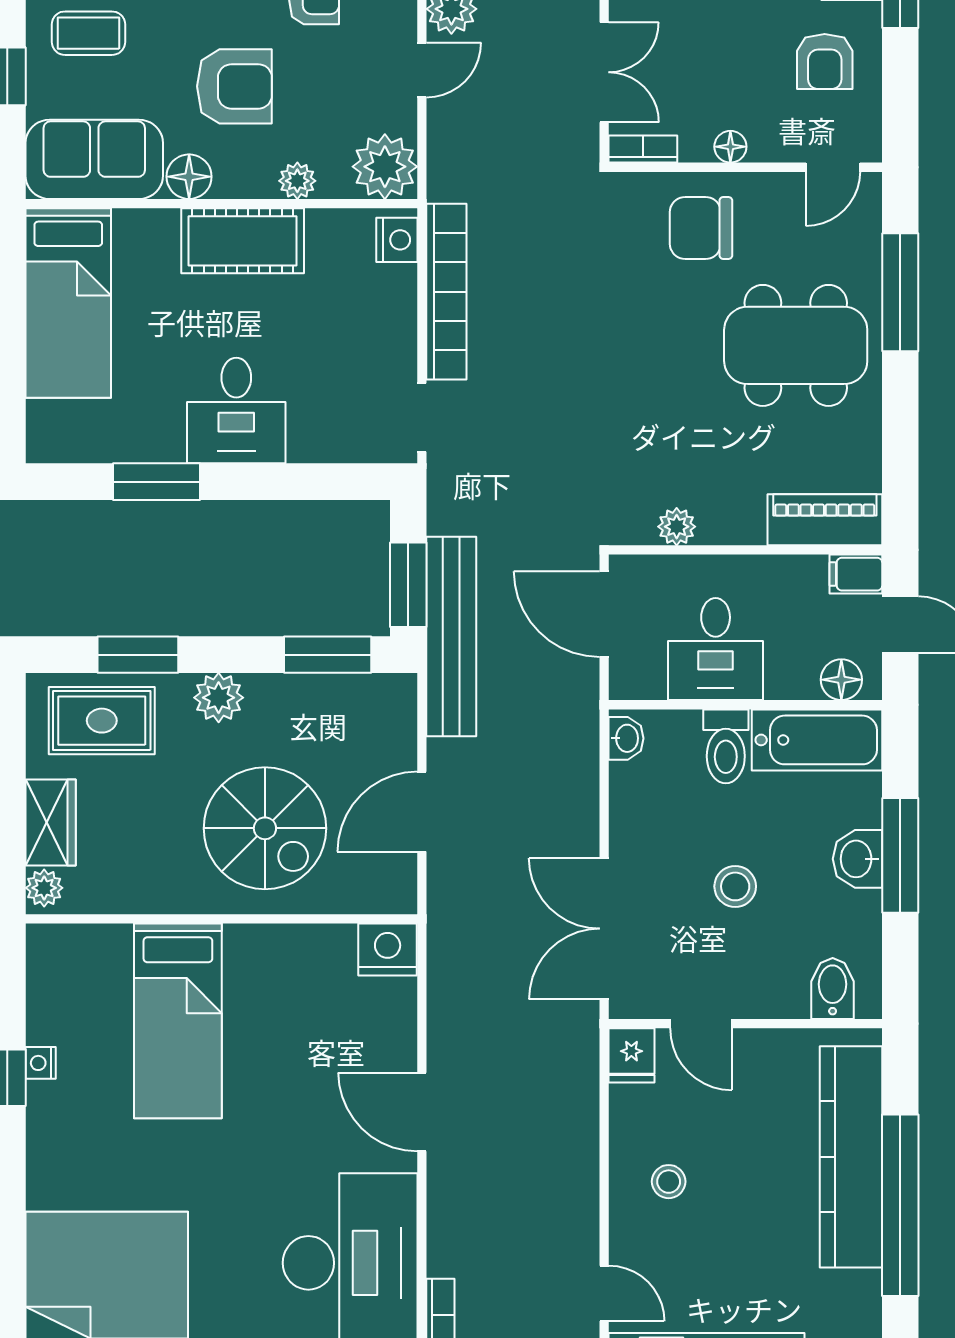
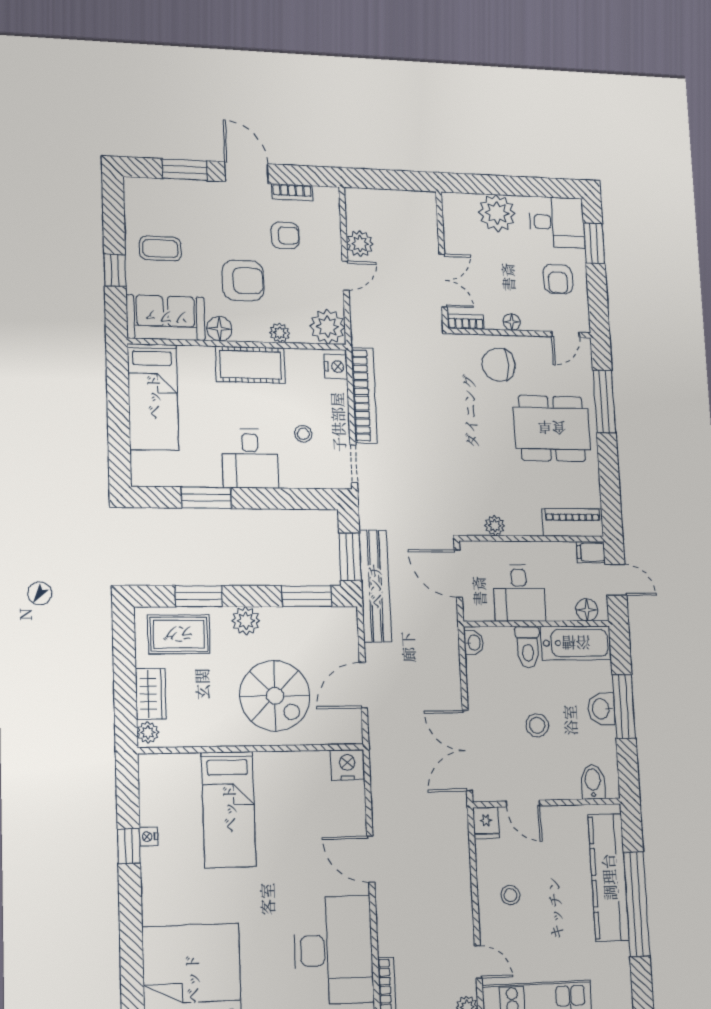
stool: (333, 364) -> (303, 434), added

